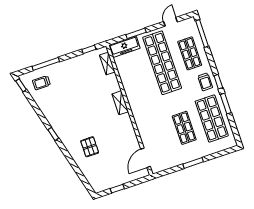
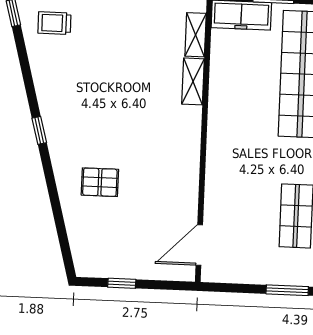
shelving: (120, 103) -> (193, 81), moved
pallet: (90, 147) -> (100, 182), turned 90

